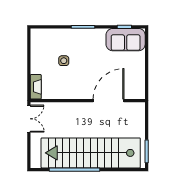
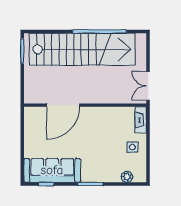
plant: (49, 34) -> (127, 177), added
sofa: (126, 40) -> (52, 170), width x1.36
side table: (64, 61) -> (132, 147), moved

